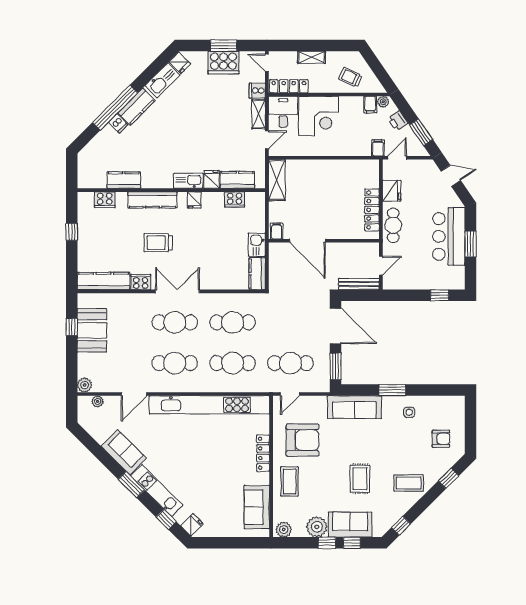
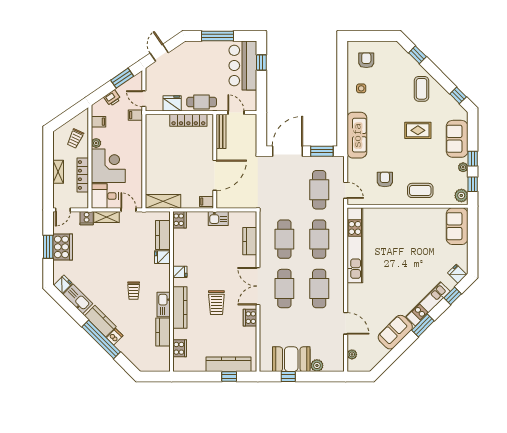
locker: (289, 86) -> (83, 175), moved
plant: (383, 102) -> (96, 143), moved
trolley: (172, 146) -> (134, 291), added
kitchen sink: (188, 181) -> (164, 305), moved
cooker: (235, 199) -> (180, 220), moved
window: (72, 232) -> (229, 376), moved
bar counter: (449, 236) -> (243, 65), moved, turned 90
window: (471, 244) -> (218, 36), width x1.44
kitchen counter: (257, 274) -> (250, 241), moved, turned 90
kitchen counter: (103, 281) -> (229, 364), moved, turned 90
bench: (359, 284) -> (221, 131), moved
plant: (85, 385) -> (317, 365), moved
window: (392, 390) -> (342, 103), removed
kitchen unit: (209, 405) -> (355, 245), width x0.73
armchair: (441, 439) -> (366, 60), moved
armchair: (303, 440) -> (385, 179), width x0.53, depth x0.53
locker: (263, 453) -> (396, 213), removed
sofa: (257, 507) -> (457, 226), moved, turned 90
plant: (317, 527) -> (463, 167), width x0.53, depth x0.53
window: (352, 543) -> (473, 184), moved

